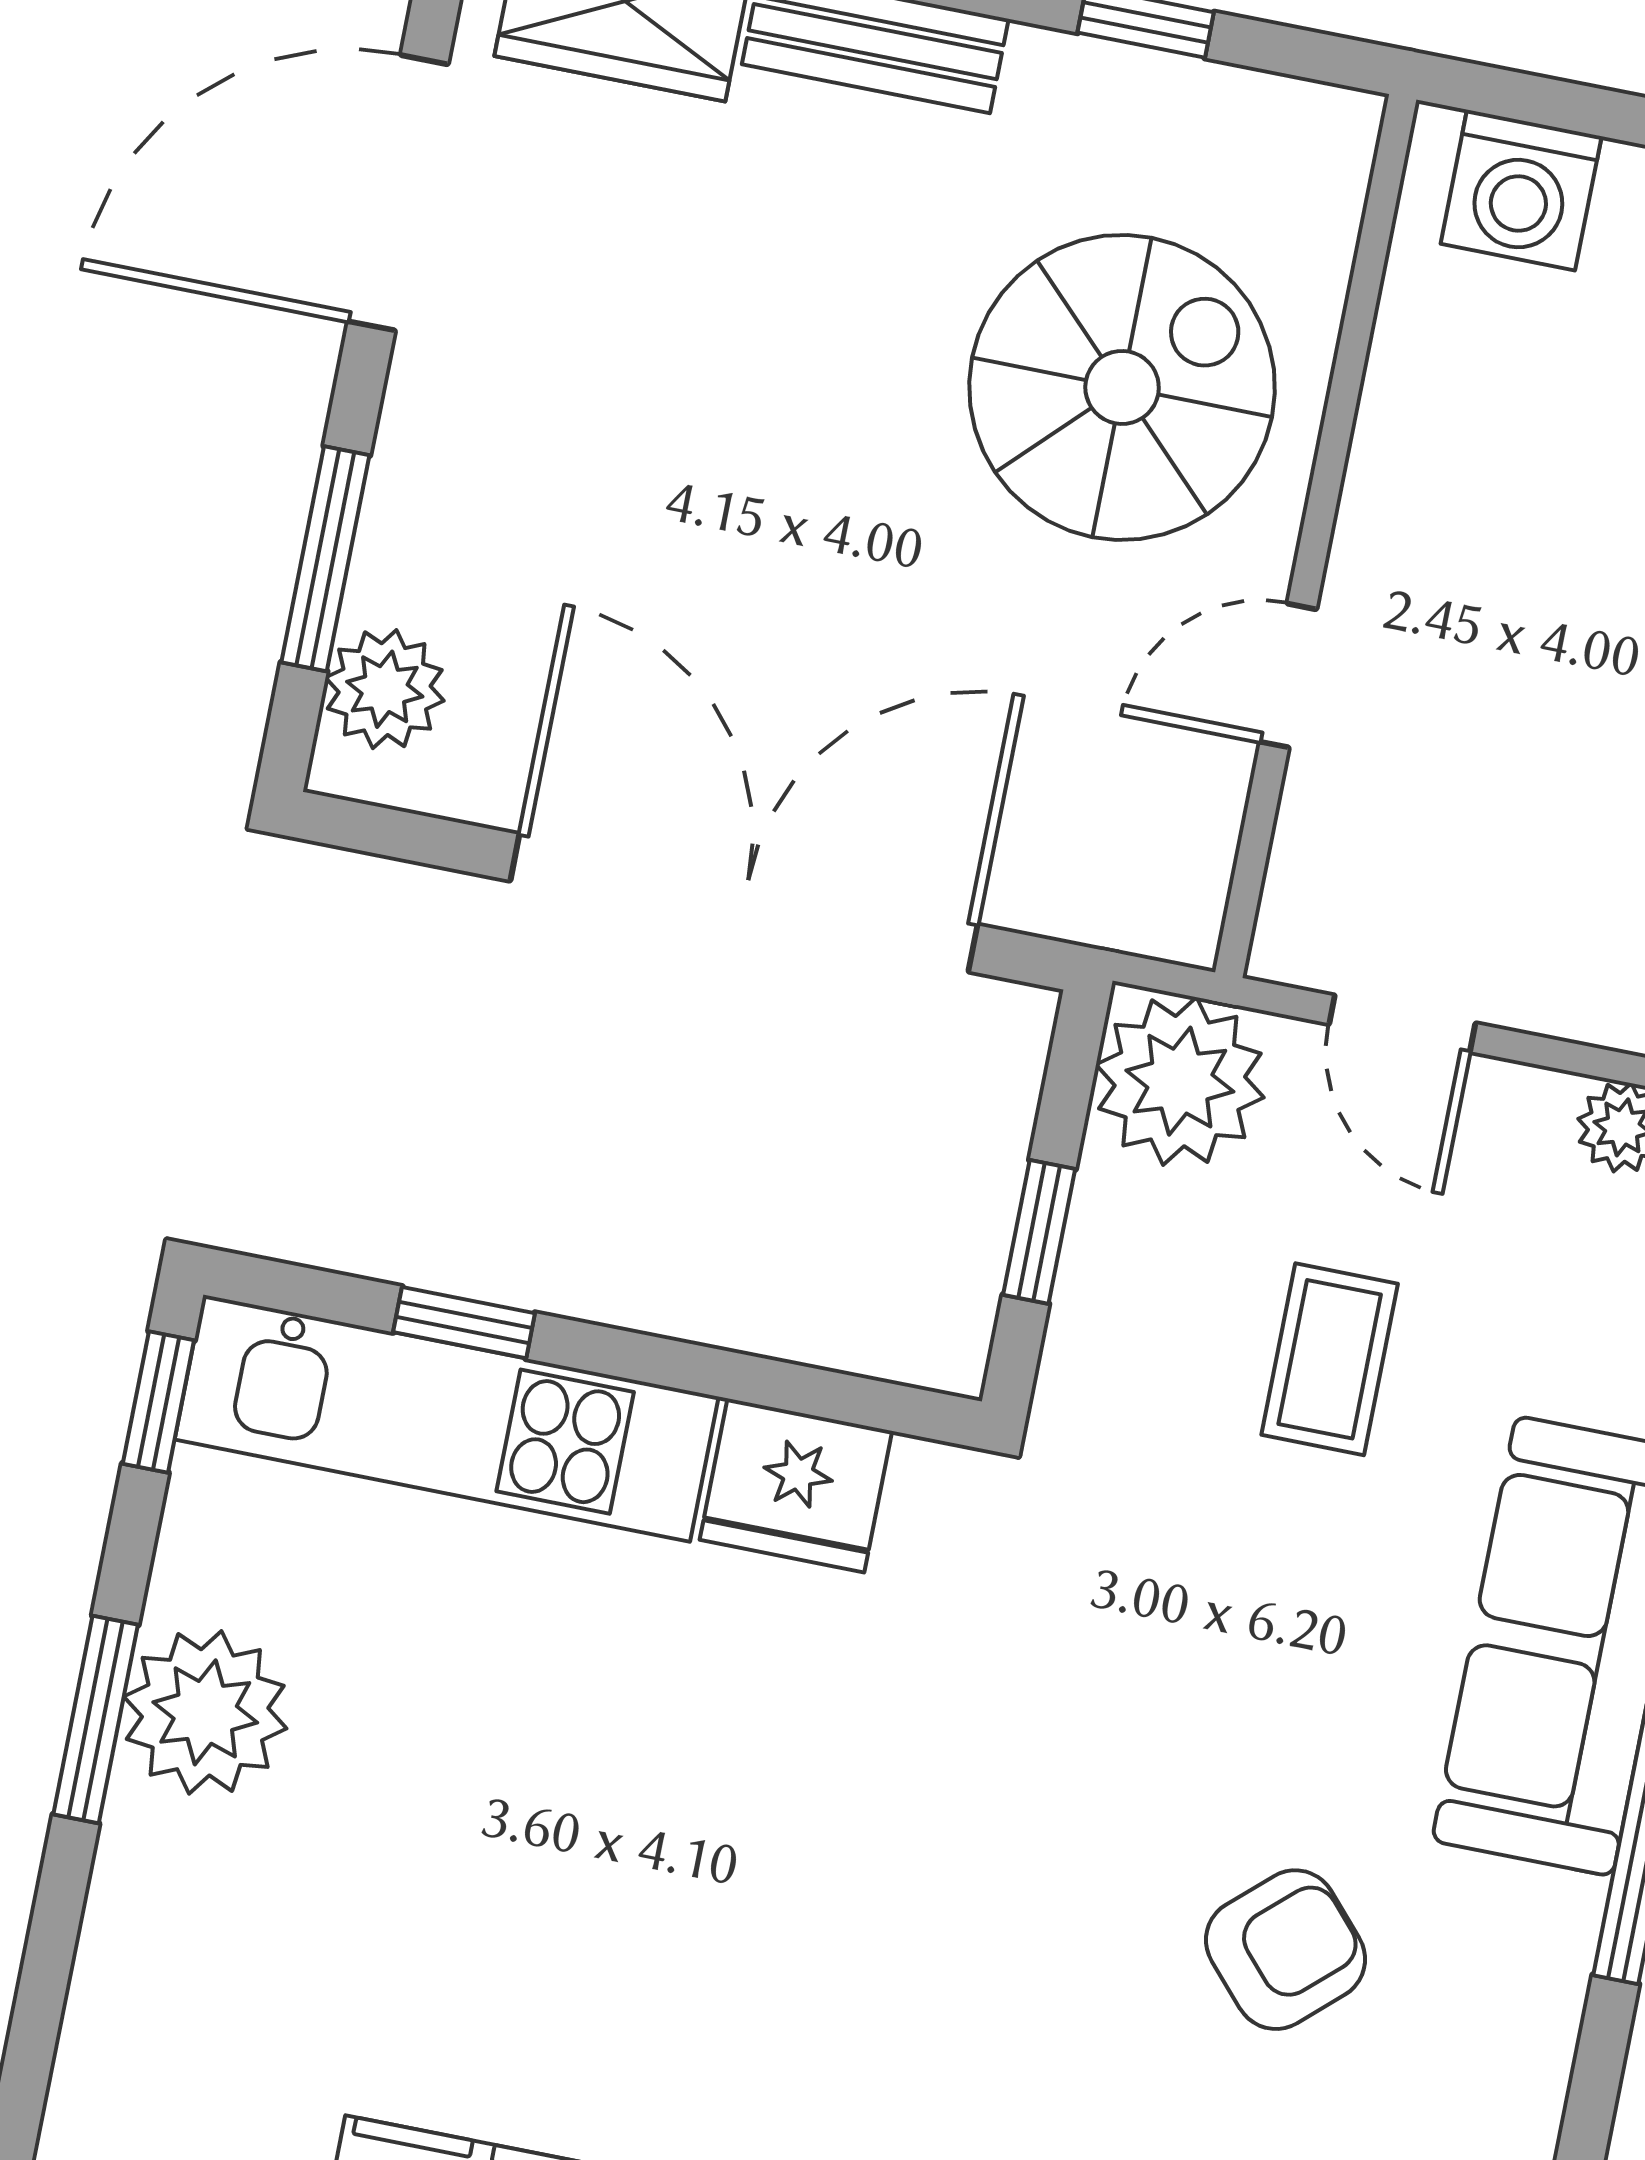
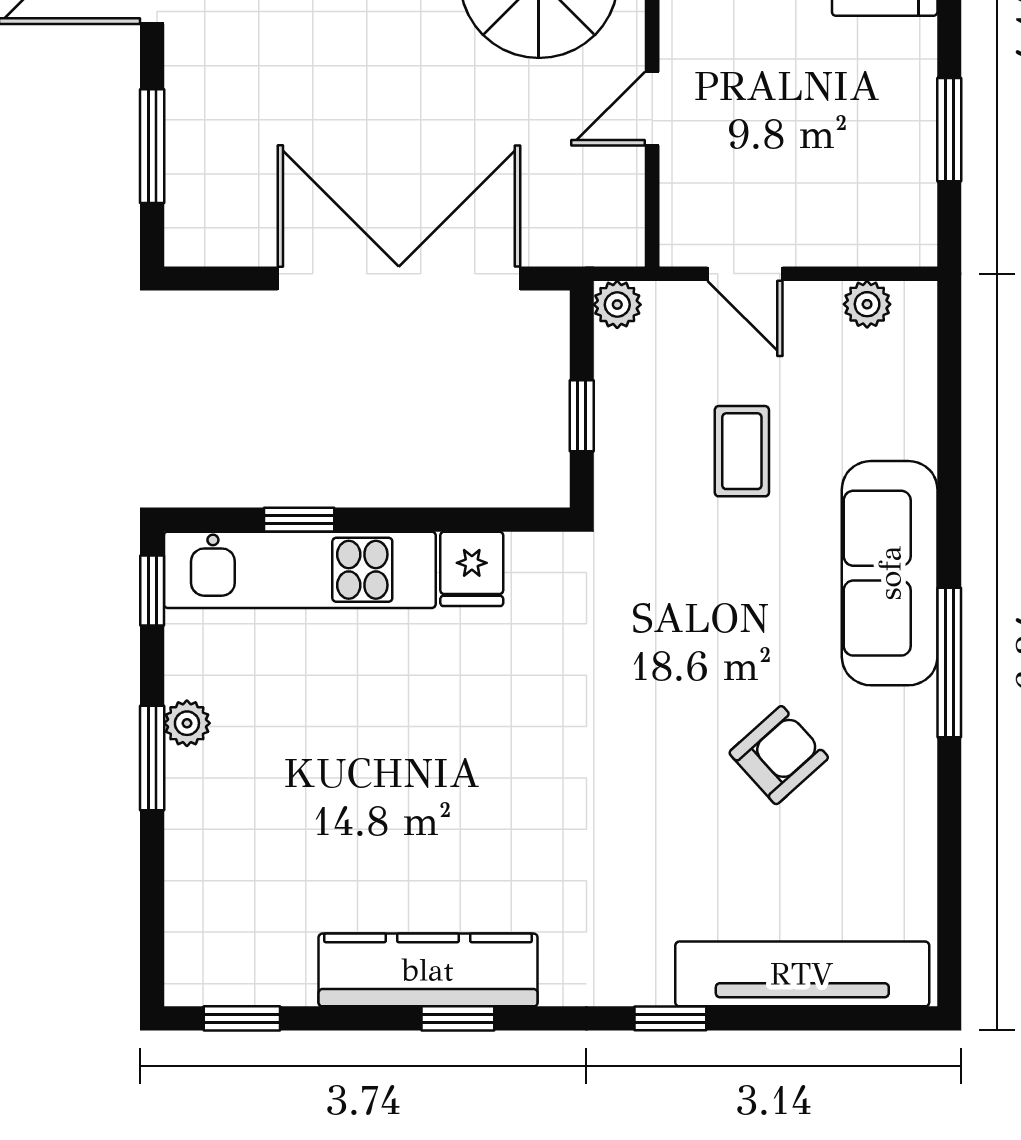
plant: (385, 689) -> (195, 206), removed
plant: (1180, 1081) -> (617, 305), width x0.53, depth x0.53
fridge: (796, 1485) -> (472, 569), width x0.72
plant: (205, 1712) -> (187, 723), width x0.53, depth x0.53

